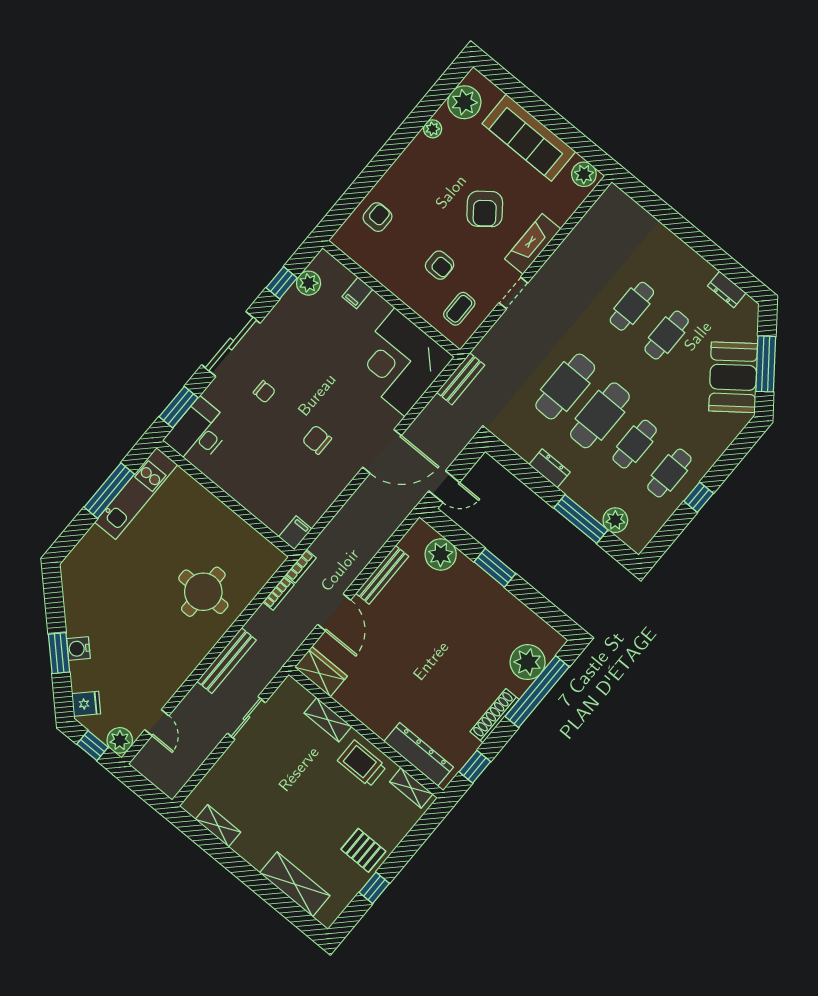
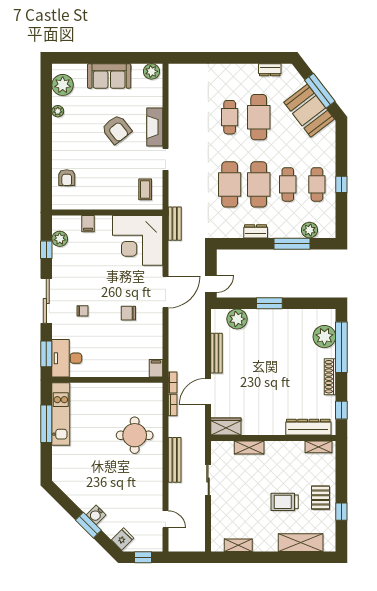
sofa: (529, 138) -> (109, 76), width x0.73
armchair: (377, 217) -> (67, 178), turned 180
armchair: (440, 265) -> (117, 176), removed
cafe table: (667, 335) -> (259, 117), width x1.37, depth x1.35
door: (334, 612) -> (208, 391), swing flipped
plant: (120, 740) -> (154, 543), removed
trolley: (362, 764) -> (285, 502), moved
pallet: (363, 850) -> (321, 498), turned 90

